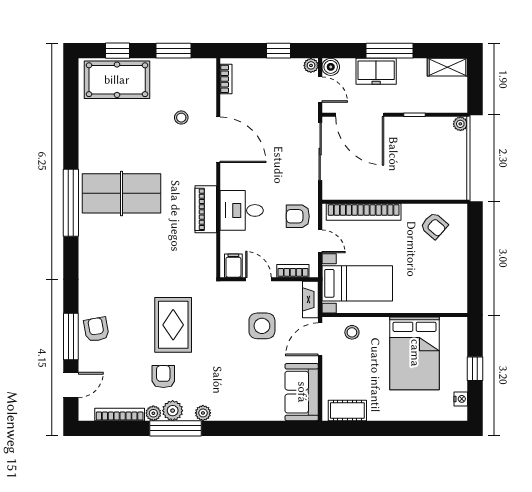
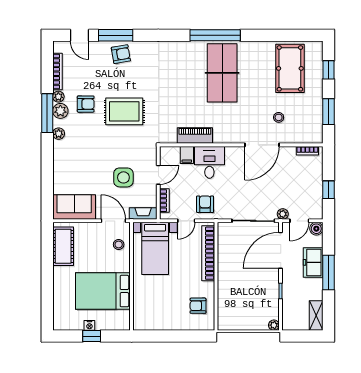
plant: (311, 65) -> (283, 214), moved
pool table: (117, 80) -> (290, 68), moved
piano: (206, 209) -> (195, 136), moved
armchair: (434, 226) -> (198, 306), turned 49
filing cabinet: (233, 266) -> (187, 155), moved, turned 90
nightstand: (461, 399) -> (89, 325), moved
cot: (347, 410) -> (63, 246), width x1.37, depth x1.34

